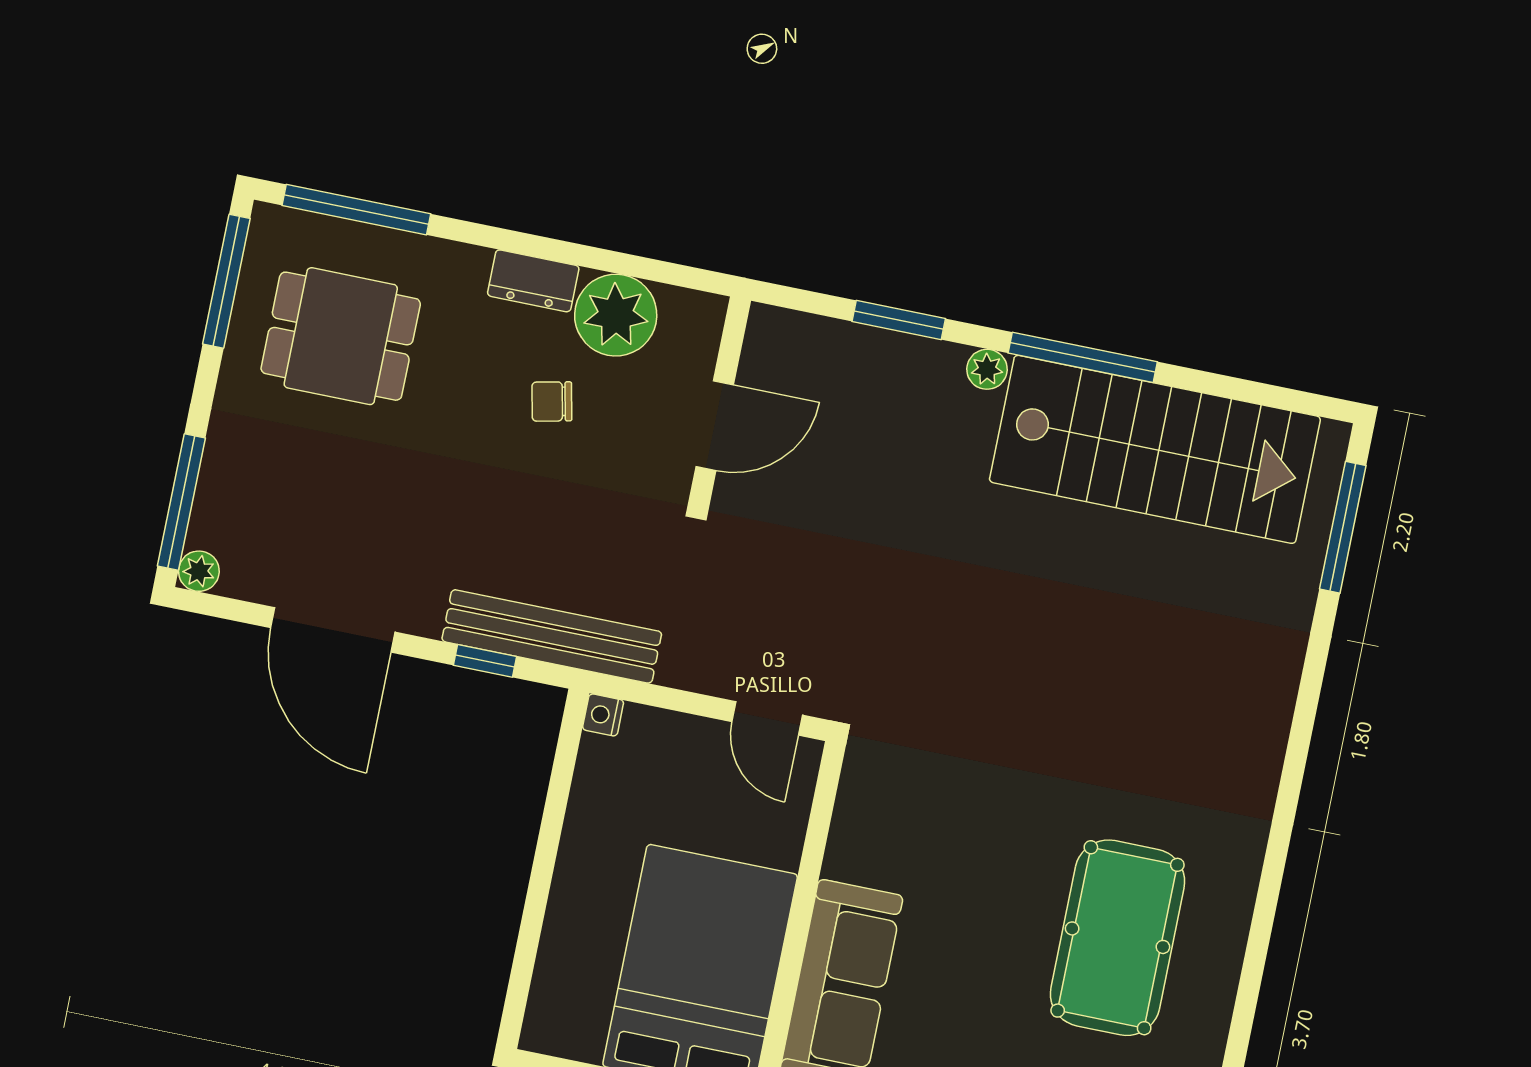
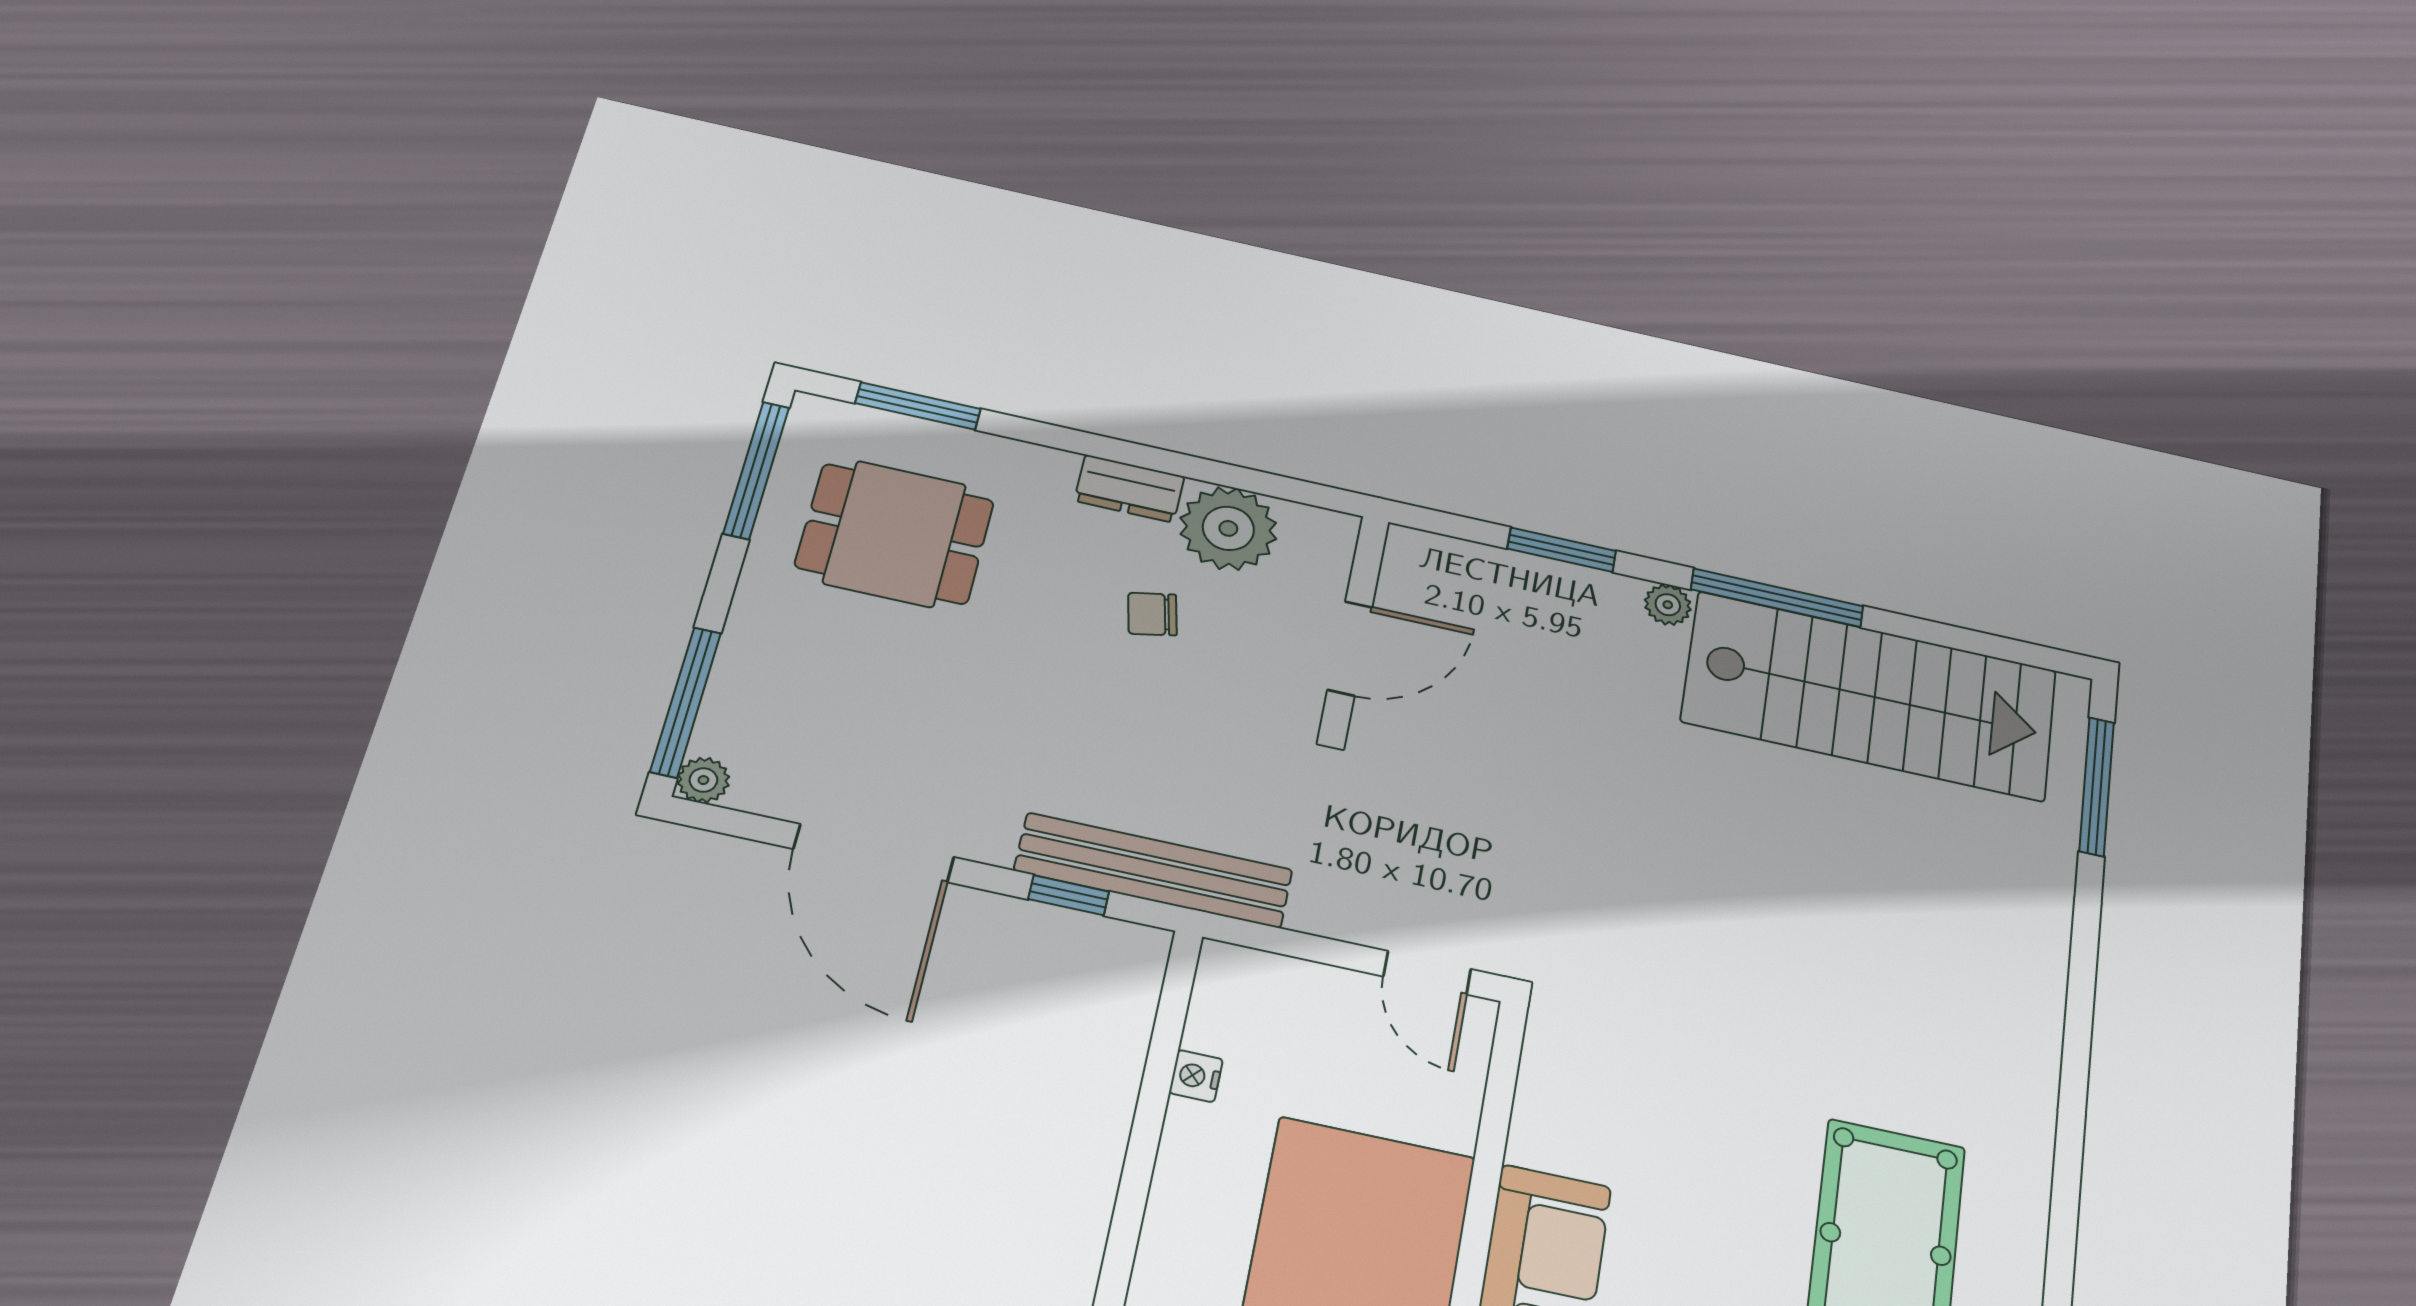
window: (356, 210) -> (918, 406), width x0.69
nightstand: (603, 715) -> (1196, 1076), moved

